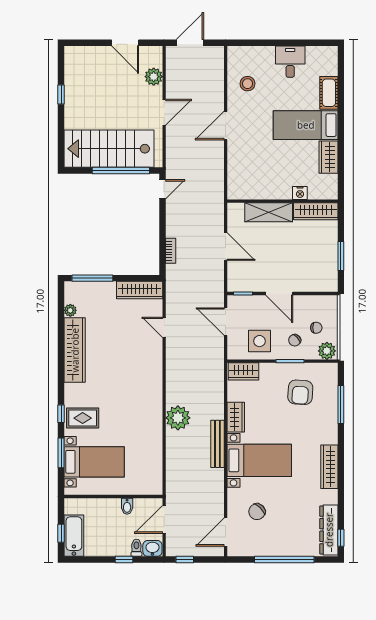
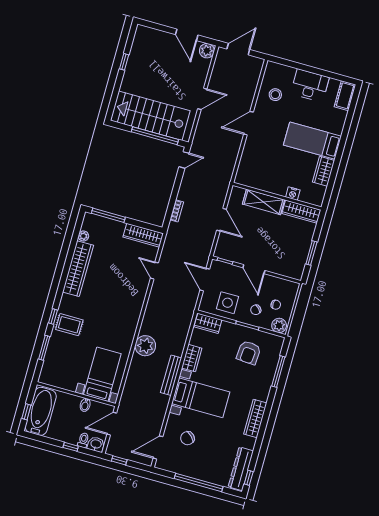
desk: (290, 62) -> (310, 85), width x1.37
plant: (154, 77) -> (207, 51), moved
cot: (329, 93) -> (345, 96), moved
bed with nightstands: (94, 462) -> (102, 374), moved, turned -90
bathtub: (74, 536) -> (41, 411), width x1.36, depth x1.36

